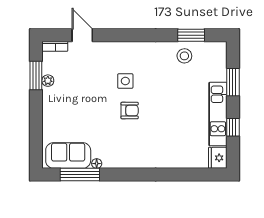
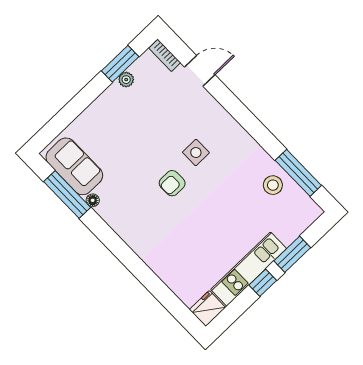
door: (82, 35) -> (200, 71), hinge flipped
window: (191, 35) -> (298, 173), width x1.44
armchair: (130, 111) -> (172, 183), turned 90
window: (233, 127) -> (263, 283), moved

